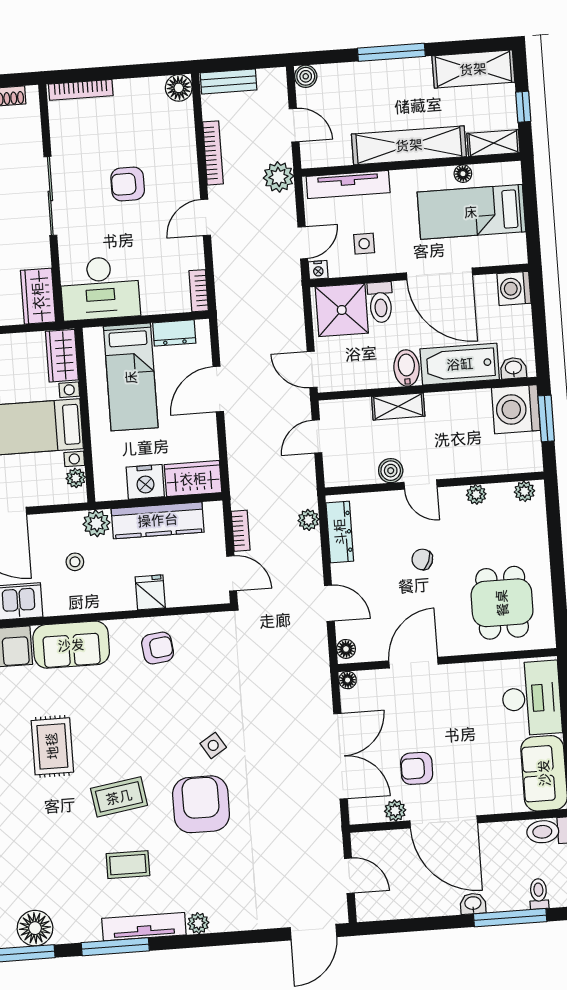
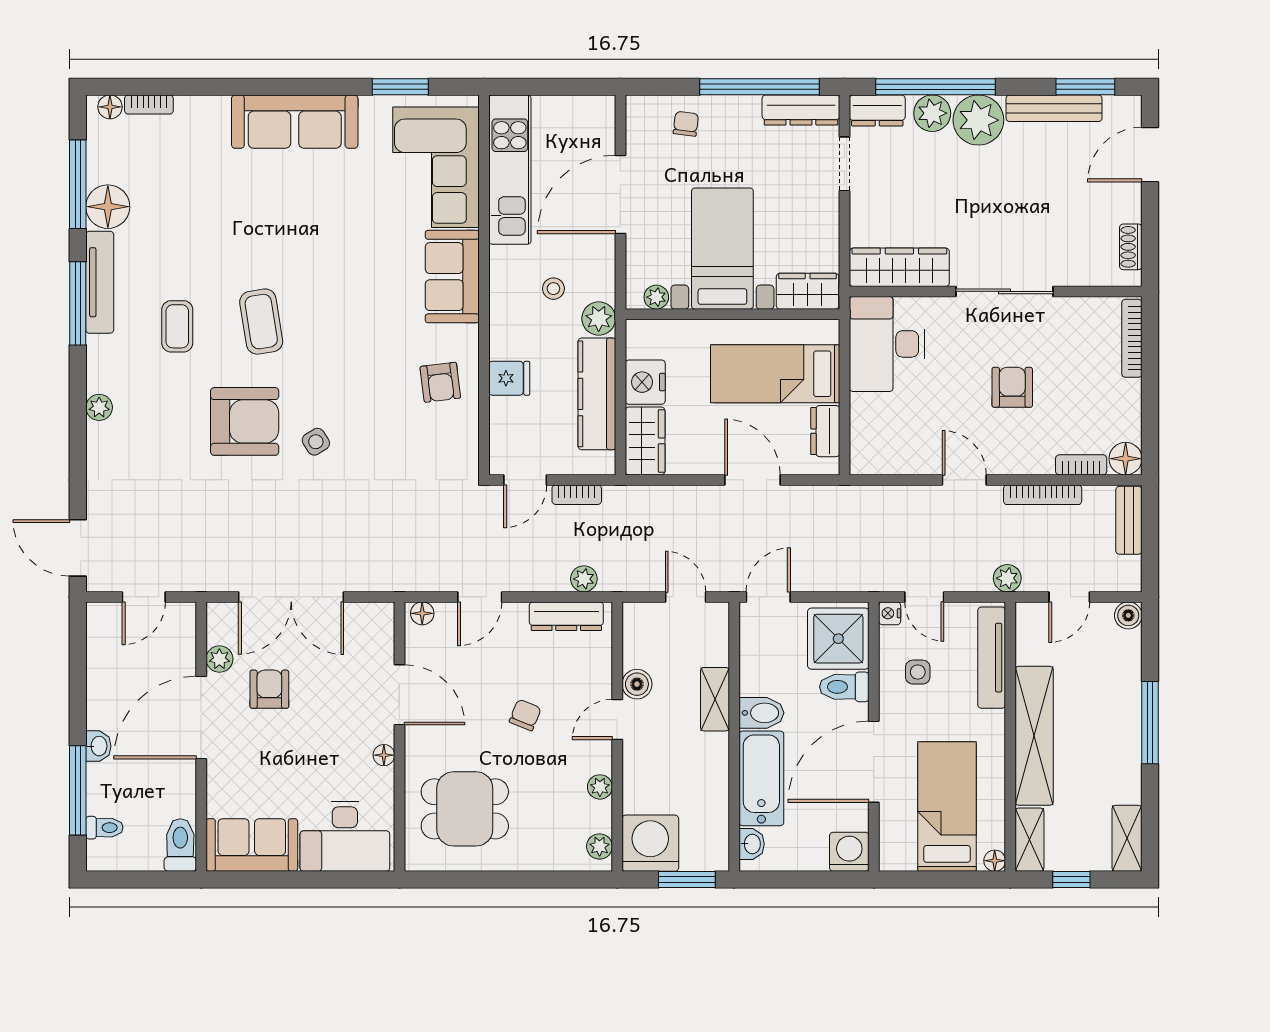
shelving: (473, 69) -> (1127, 838), width x0.67, depth x0.75
floor lamp: (463, 174) -> (995, 861), moved
plant: (279, 177) -> (1007, 578), width x0.73, depth x0.73
bookcase: (199, 291) -> (1081, 465), moved
wardrobe: (38, 296) -> (899, 267), width x1.50
washing machine: (516, 409) -> (650, 843), moved
floor lamp: (348, 680) -> (384, 755), moved
rug: (52, 746) -> (329, 244), removed
tv unit: (144, 927) -> (100, 282), moved

